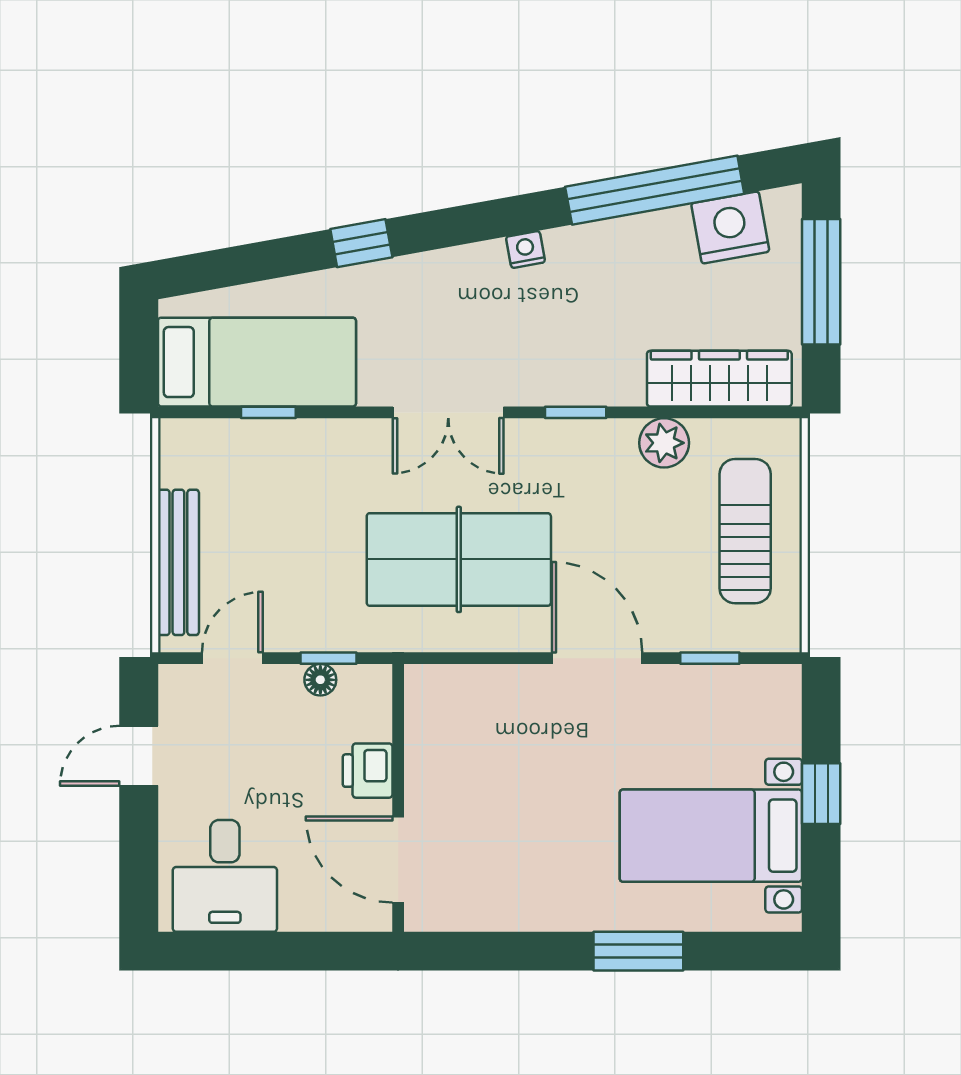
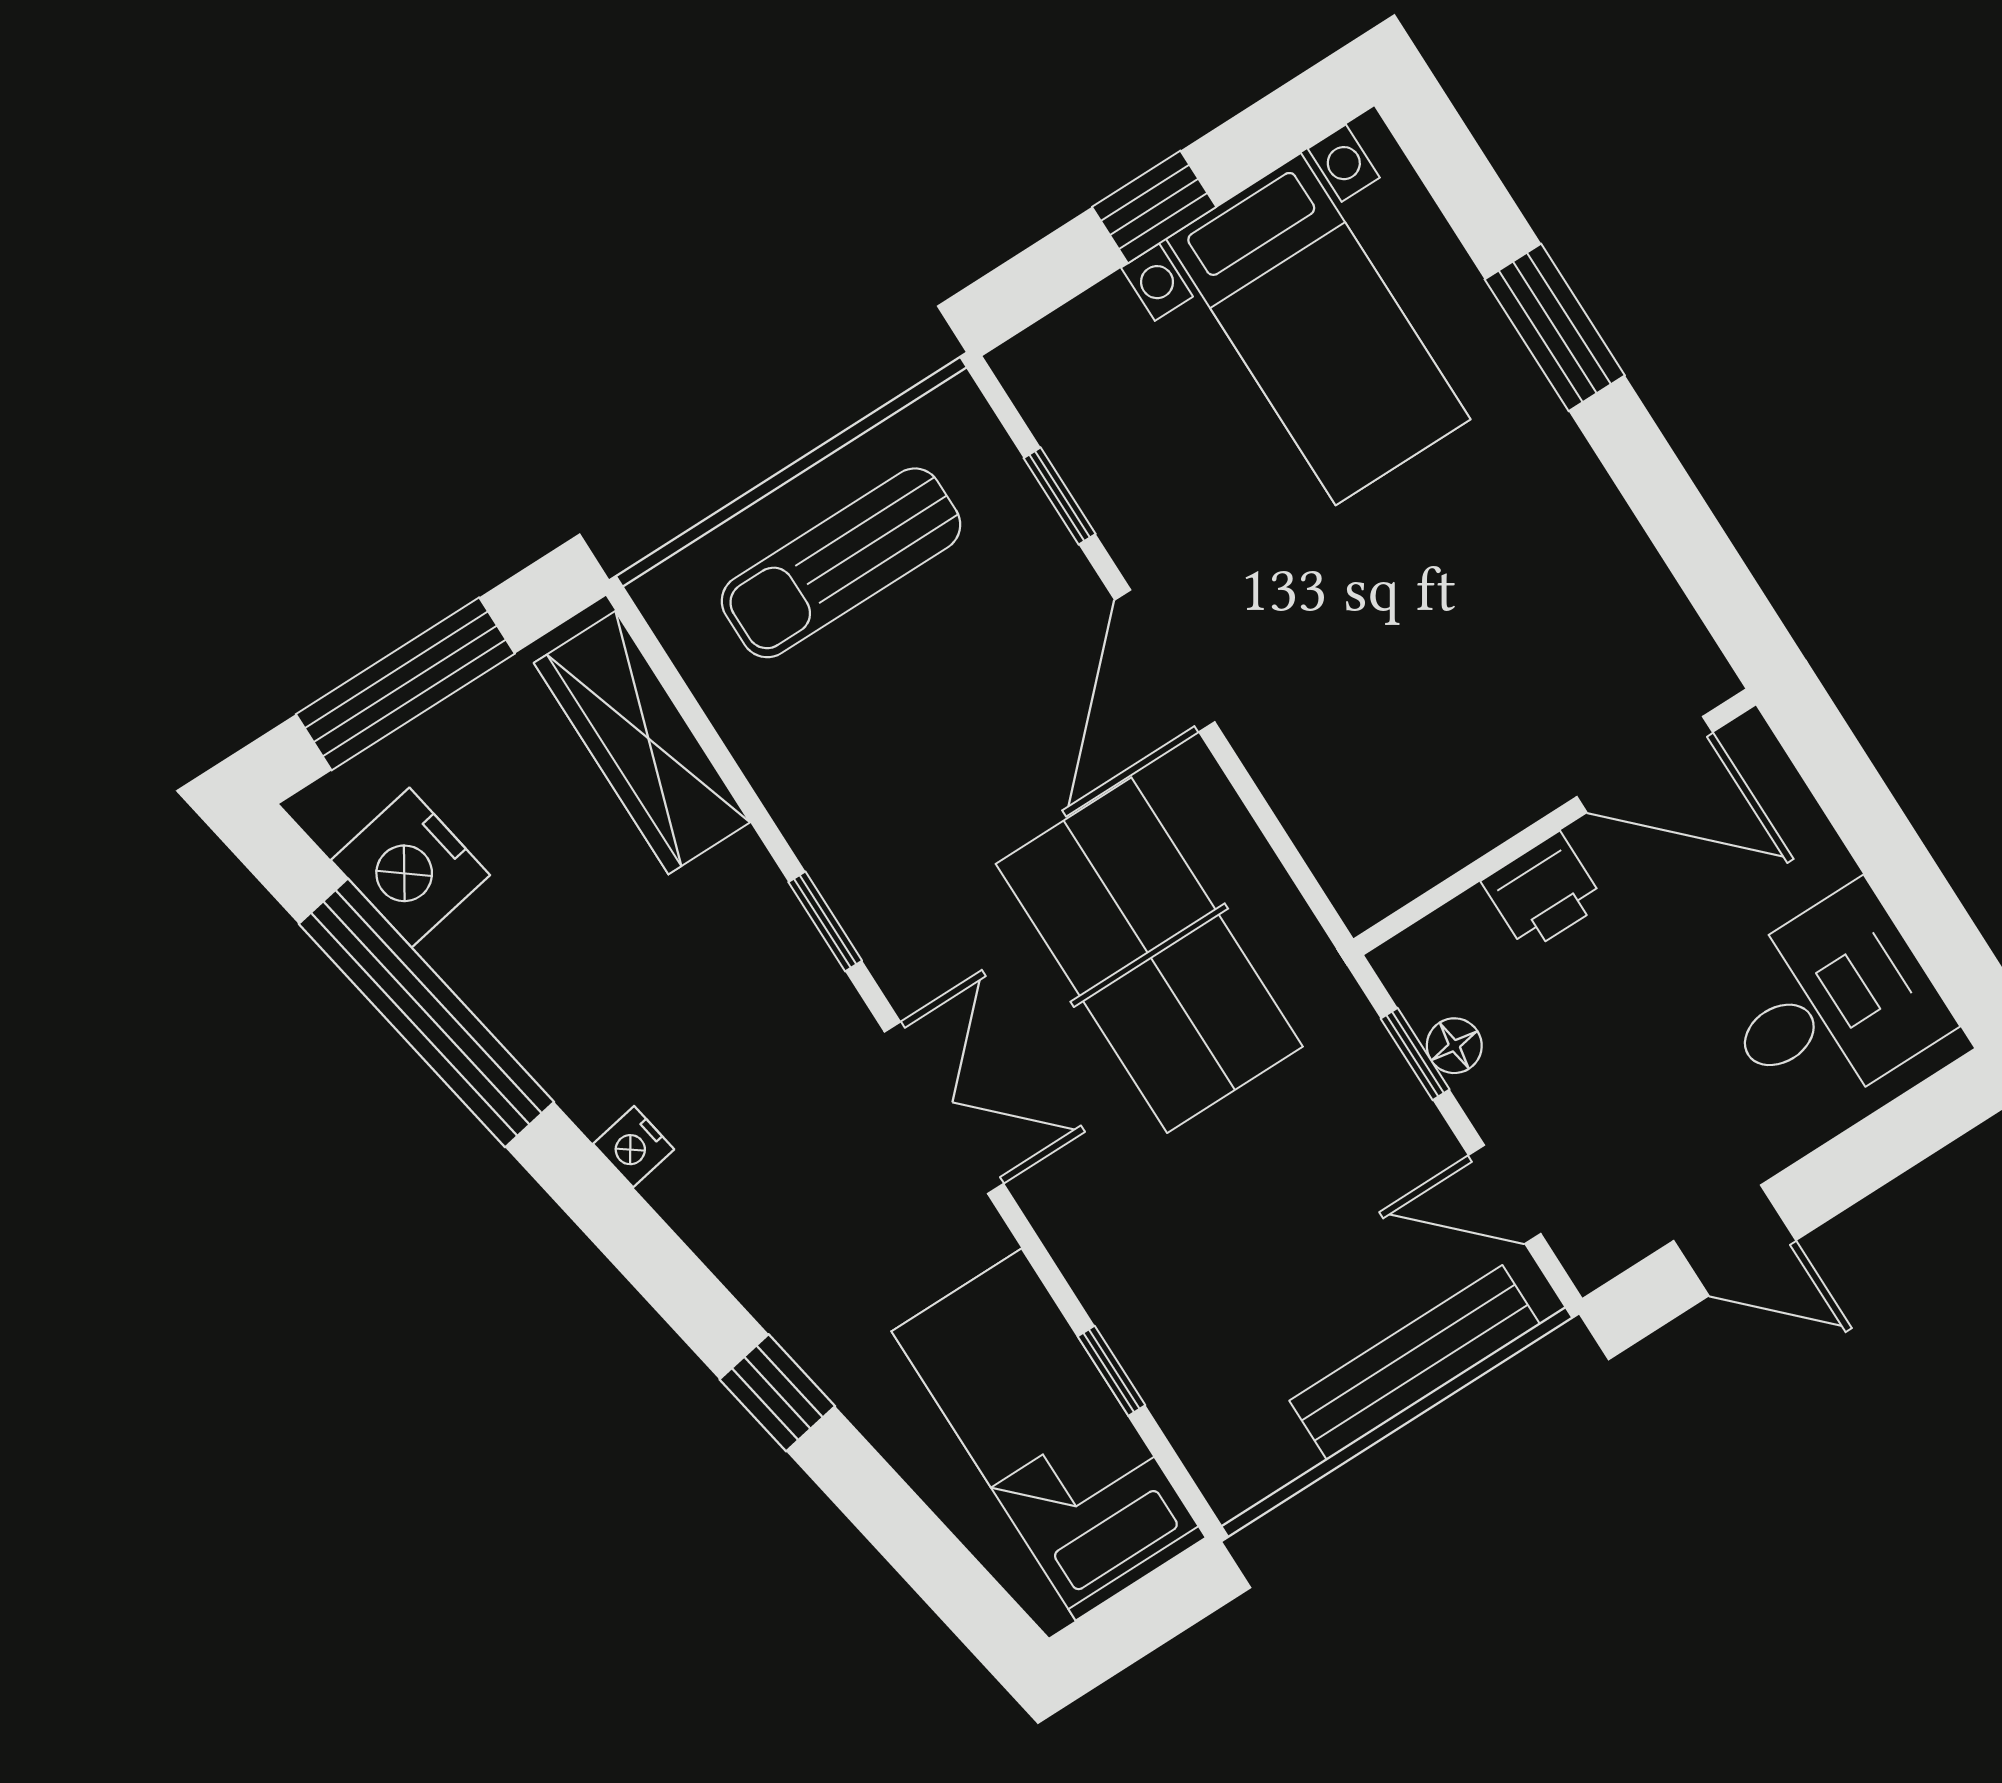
plant: (664, 443) -> (787, 764), removed
door: (398, 859) -> (1645, 764), hinge flipped

